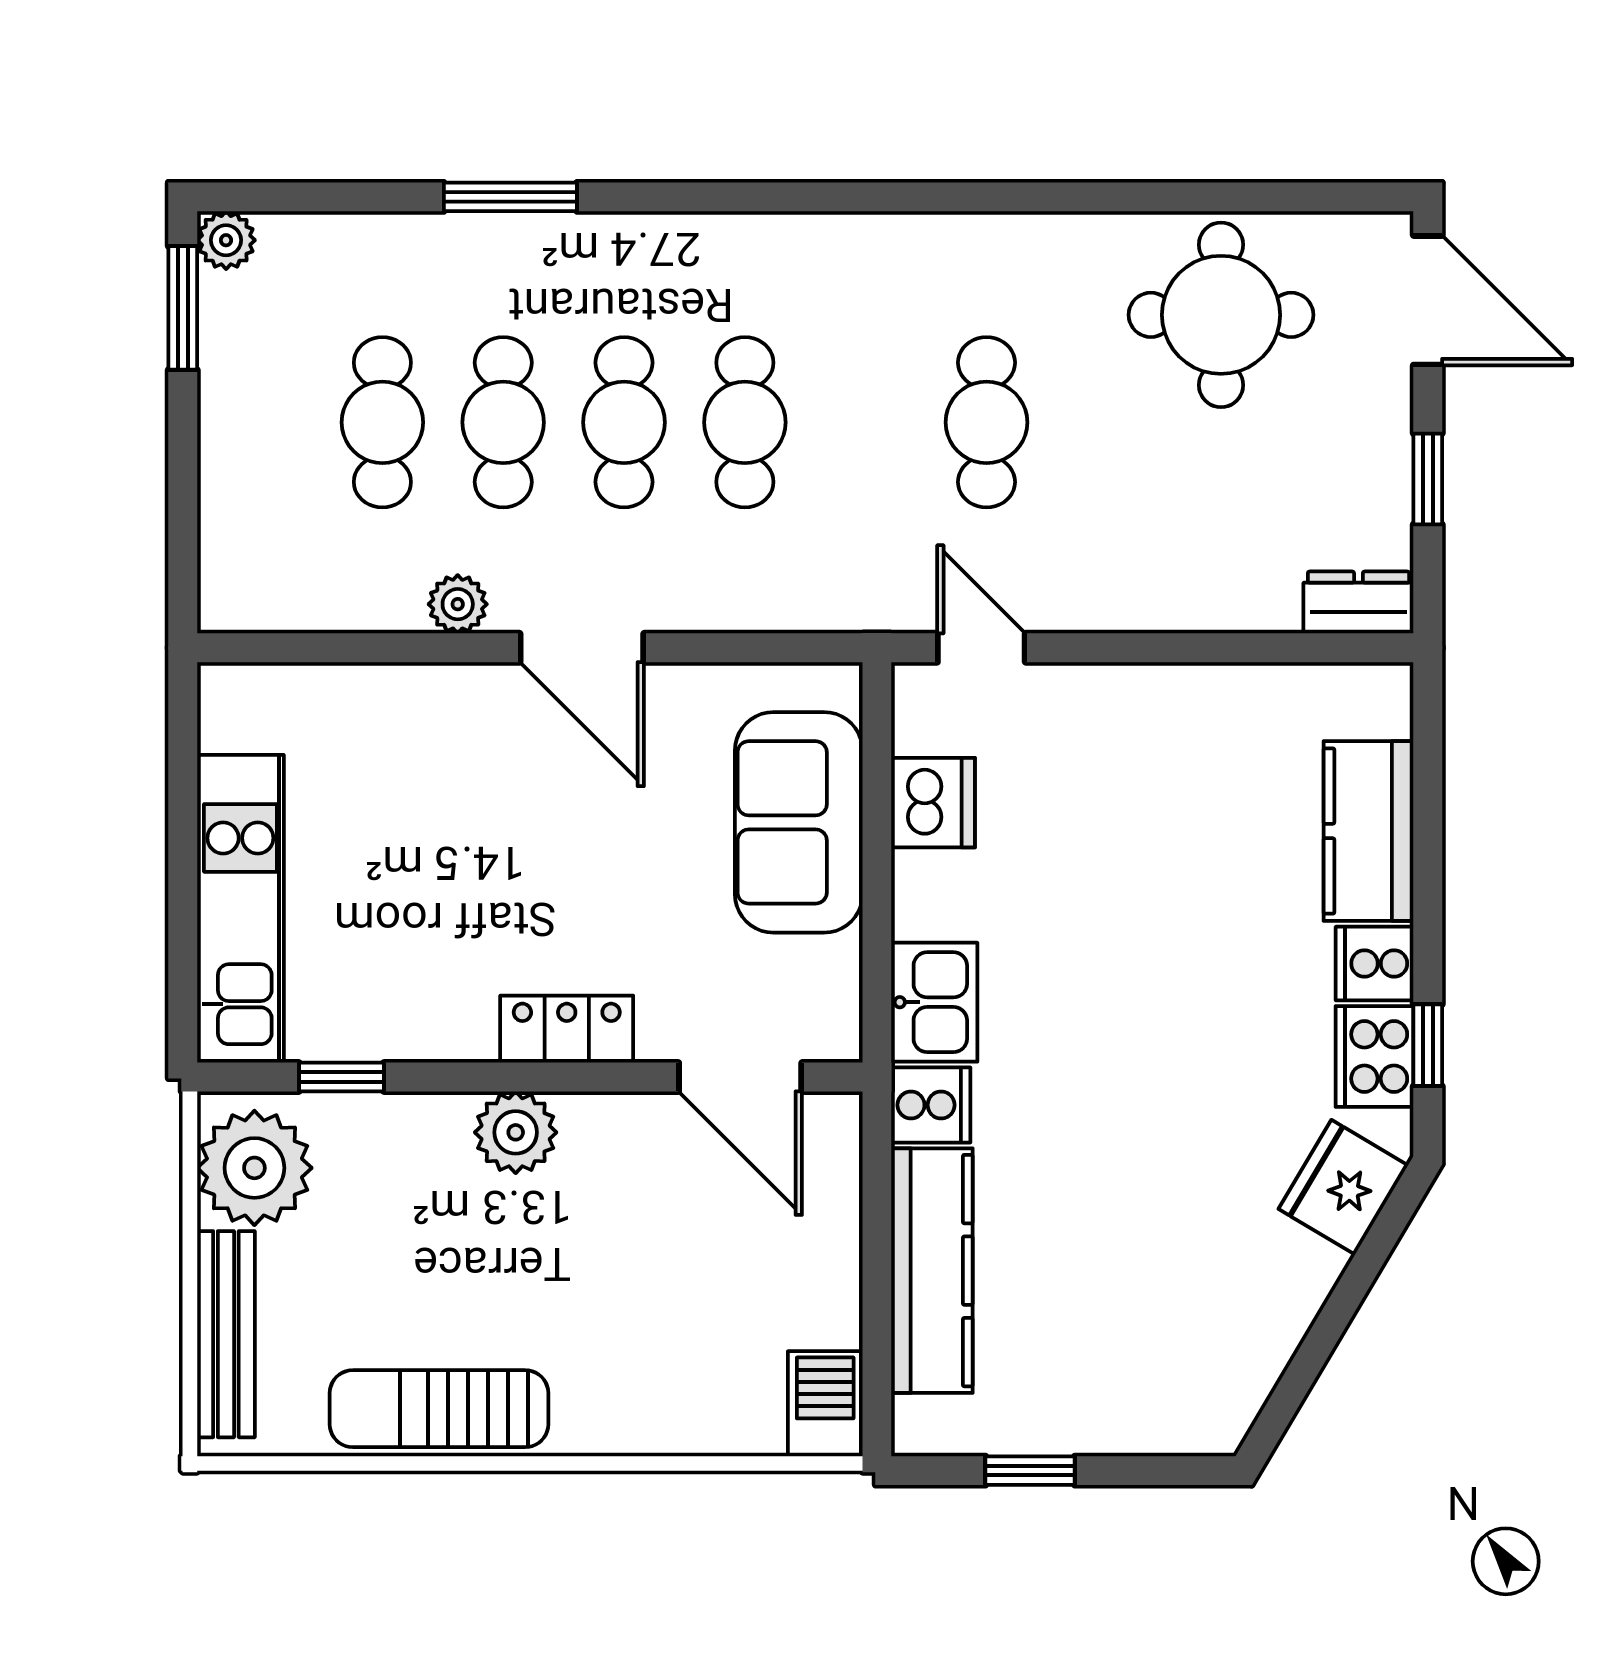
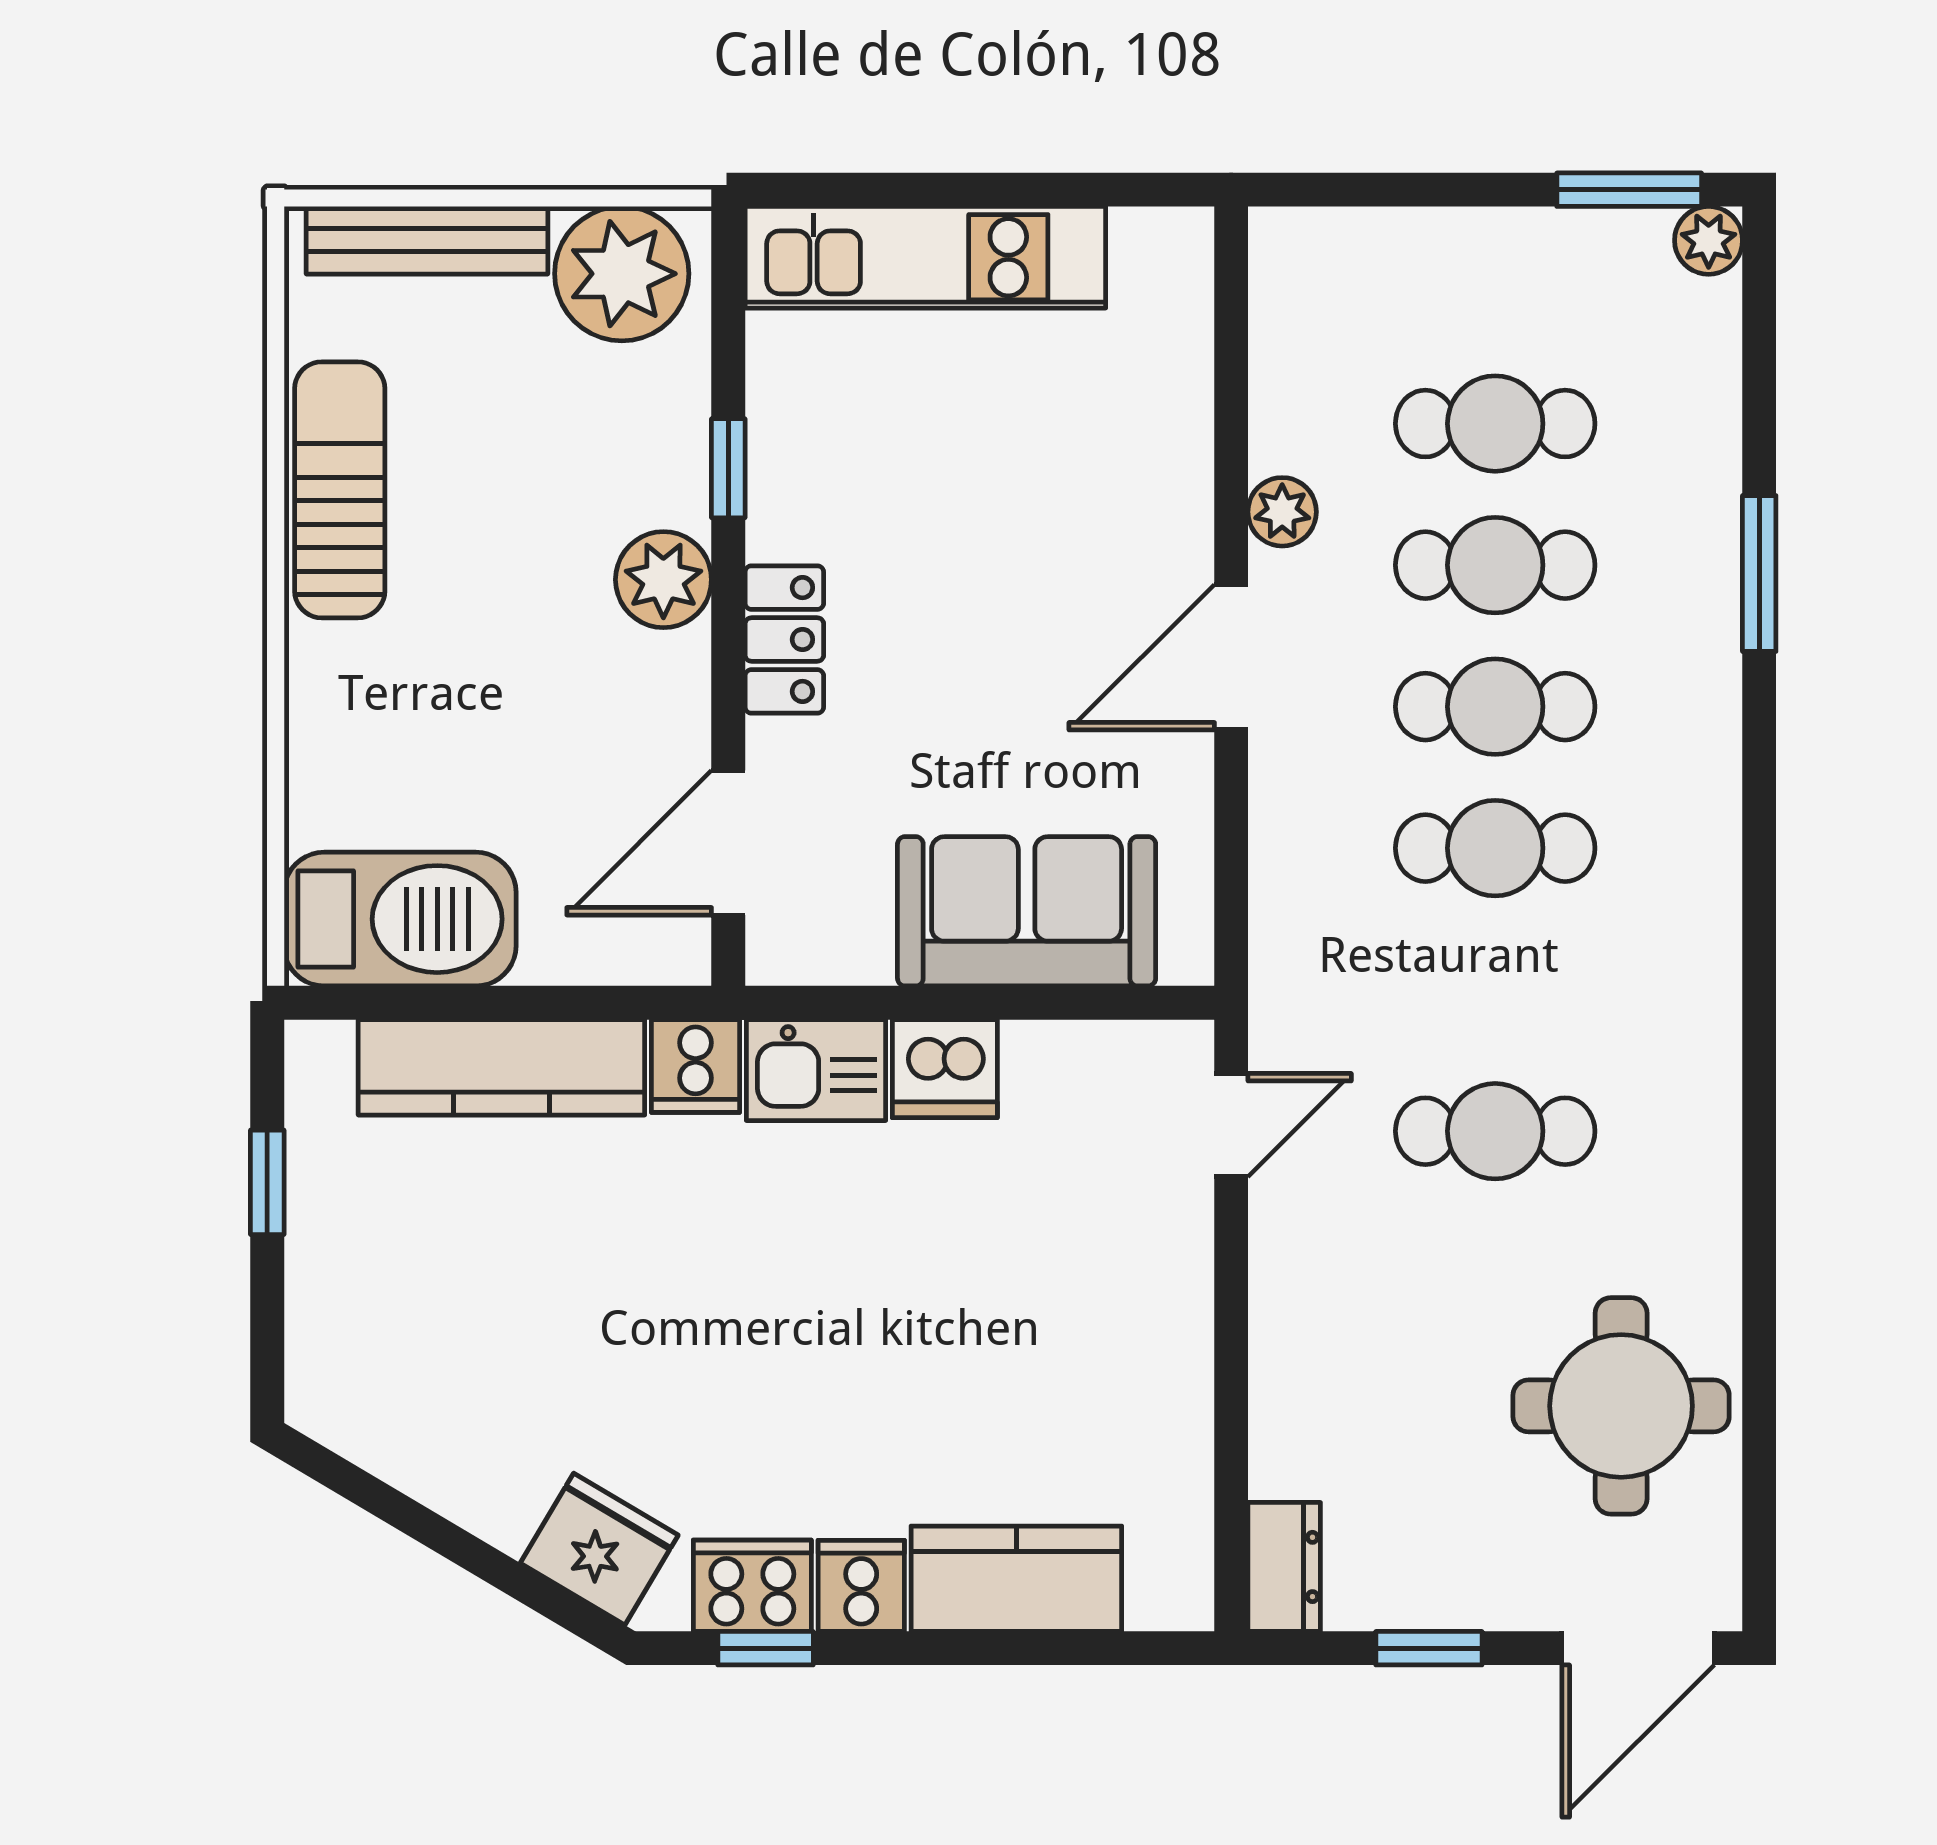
dishwasher: (933, 803) -> (945, 1069), moved
window: (341, 1077) -> (728, 468), moved
barbecue: (825, 1404) -> (400, 919), width x1.88, depth x1.53

